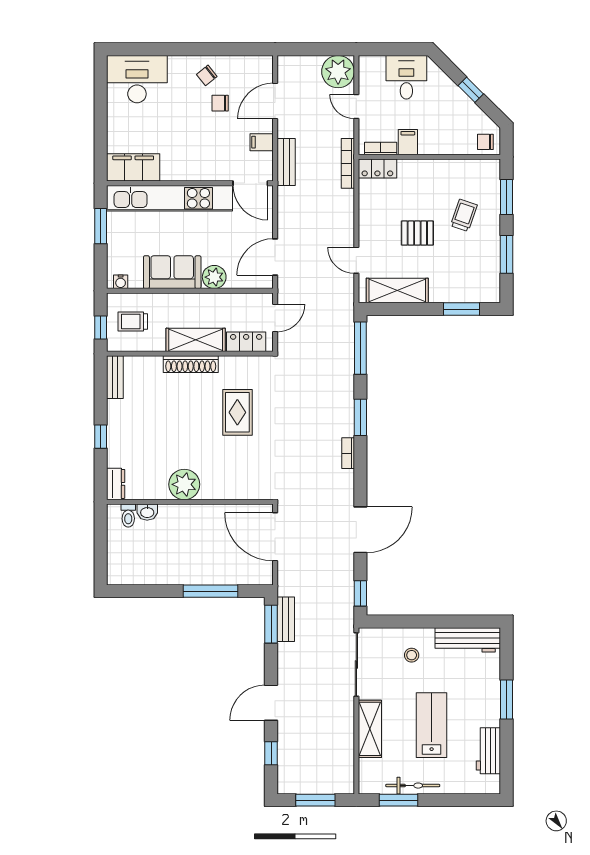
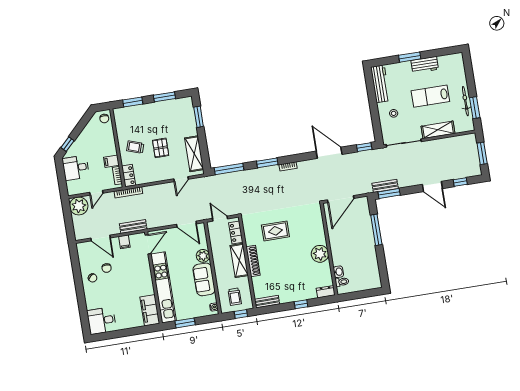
desk: (137, 79) -> (102, 321), width x0.73
window: (471, 90) -> (68, 144), moved
trolley: (464, 215) -> (135, 147), moved
workbench: (488, 751) -> (425, 65), moved

